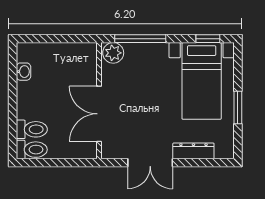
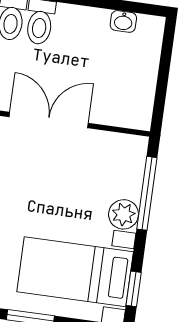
plant: (113, 53) -> (124, 214), moved

